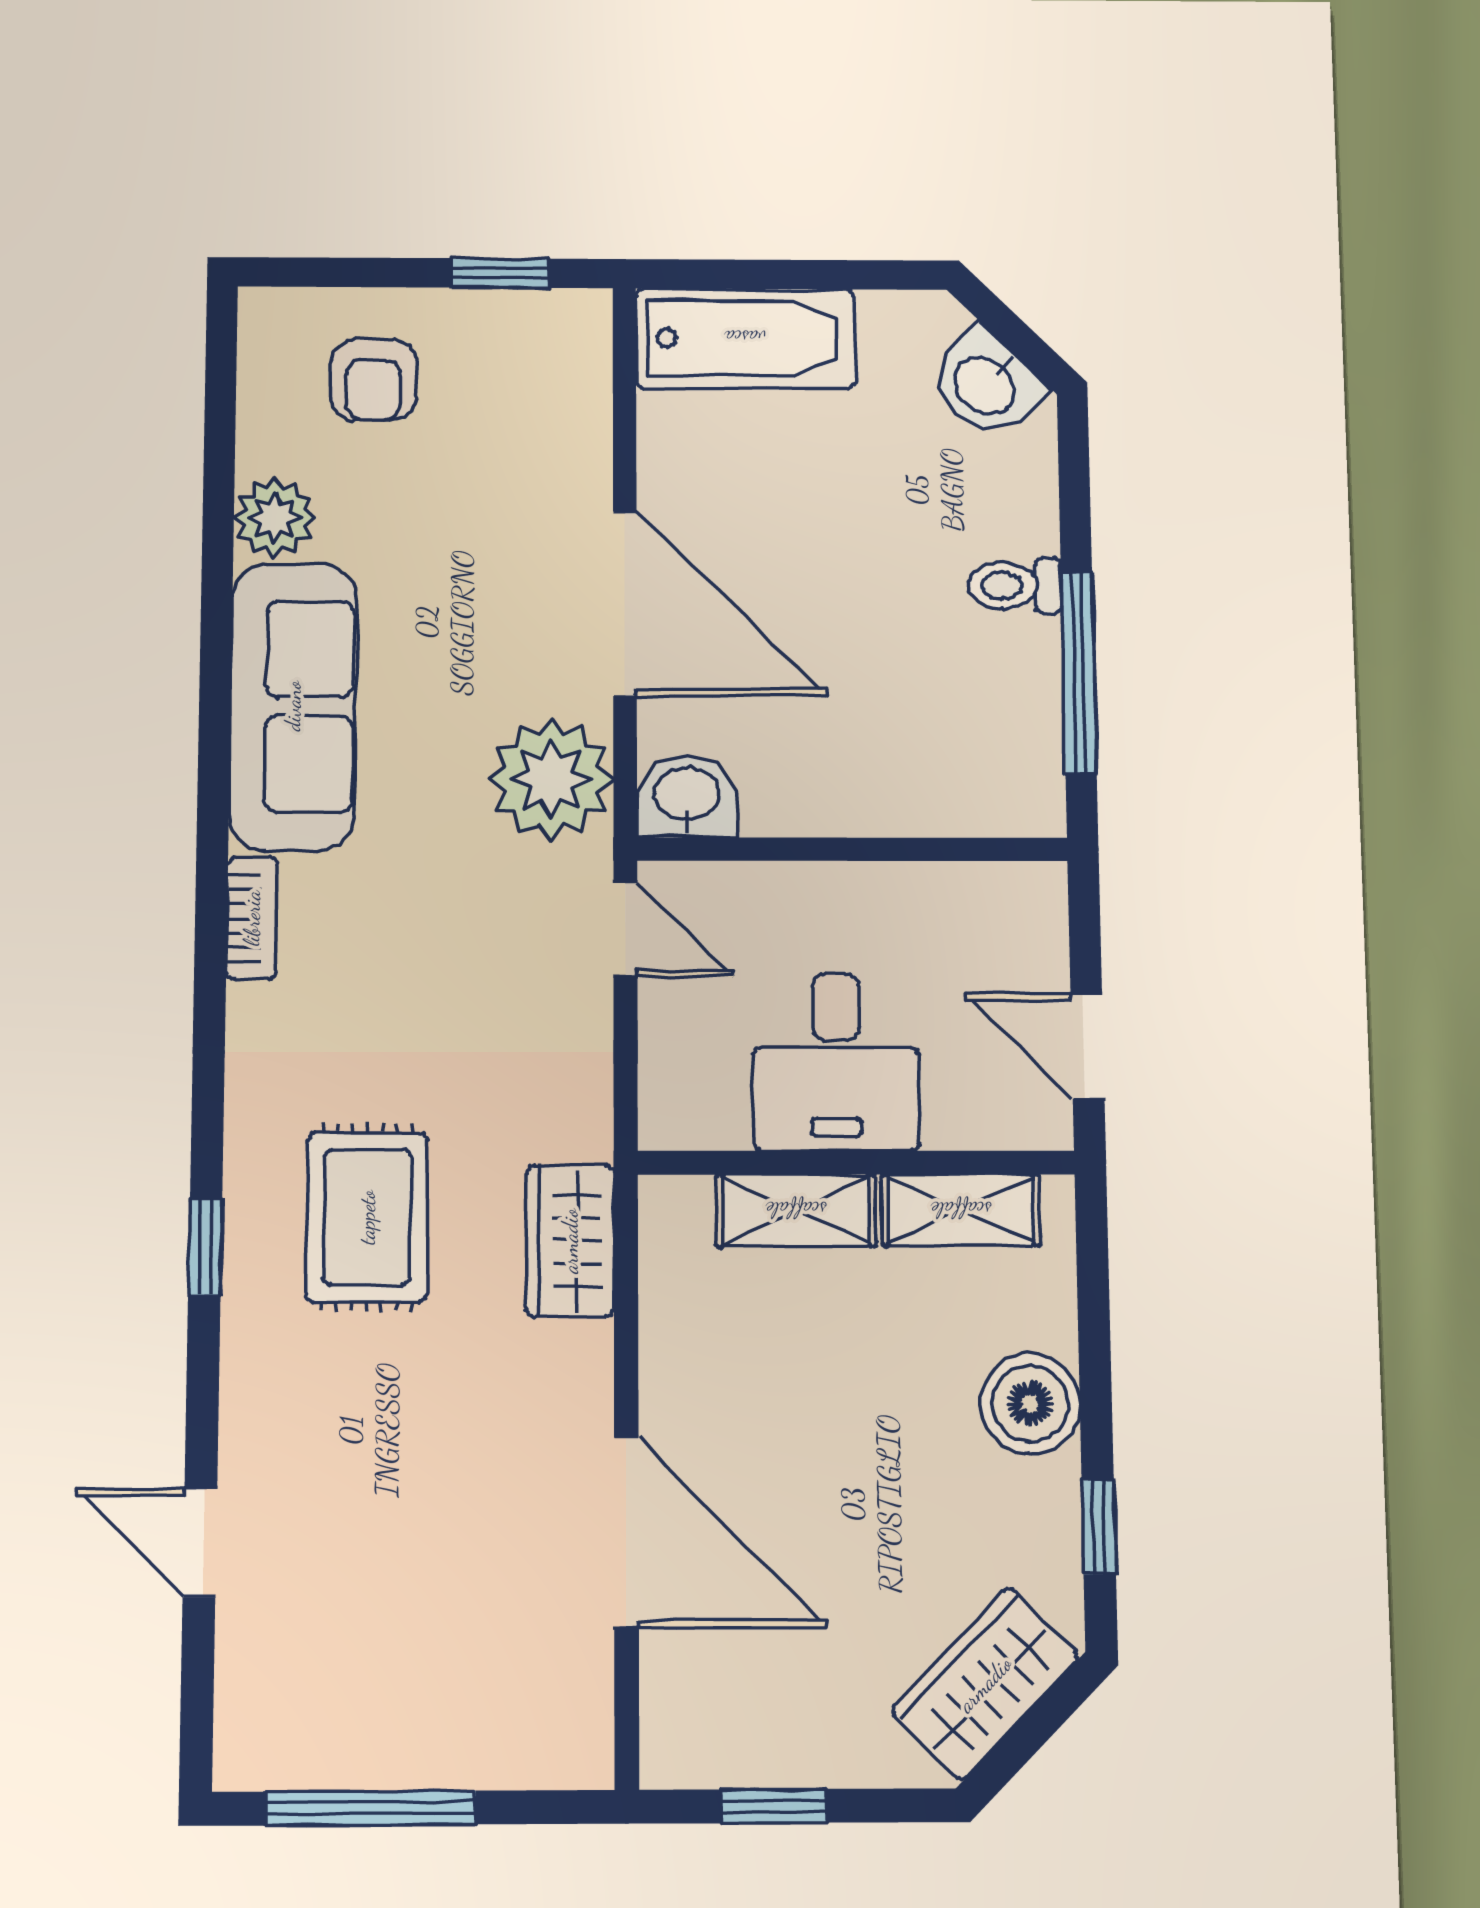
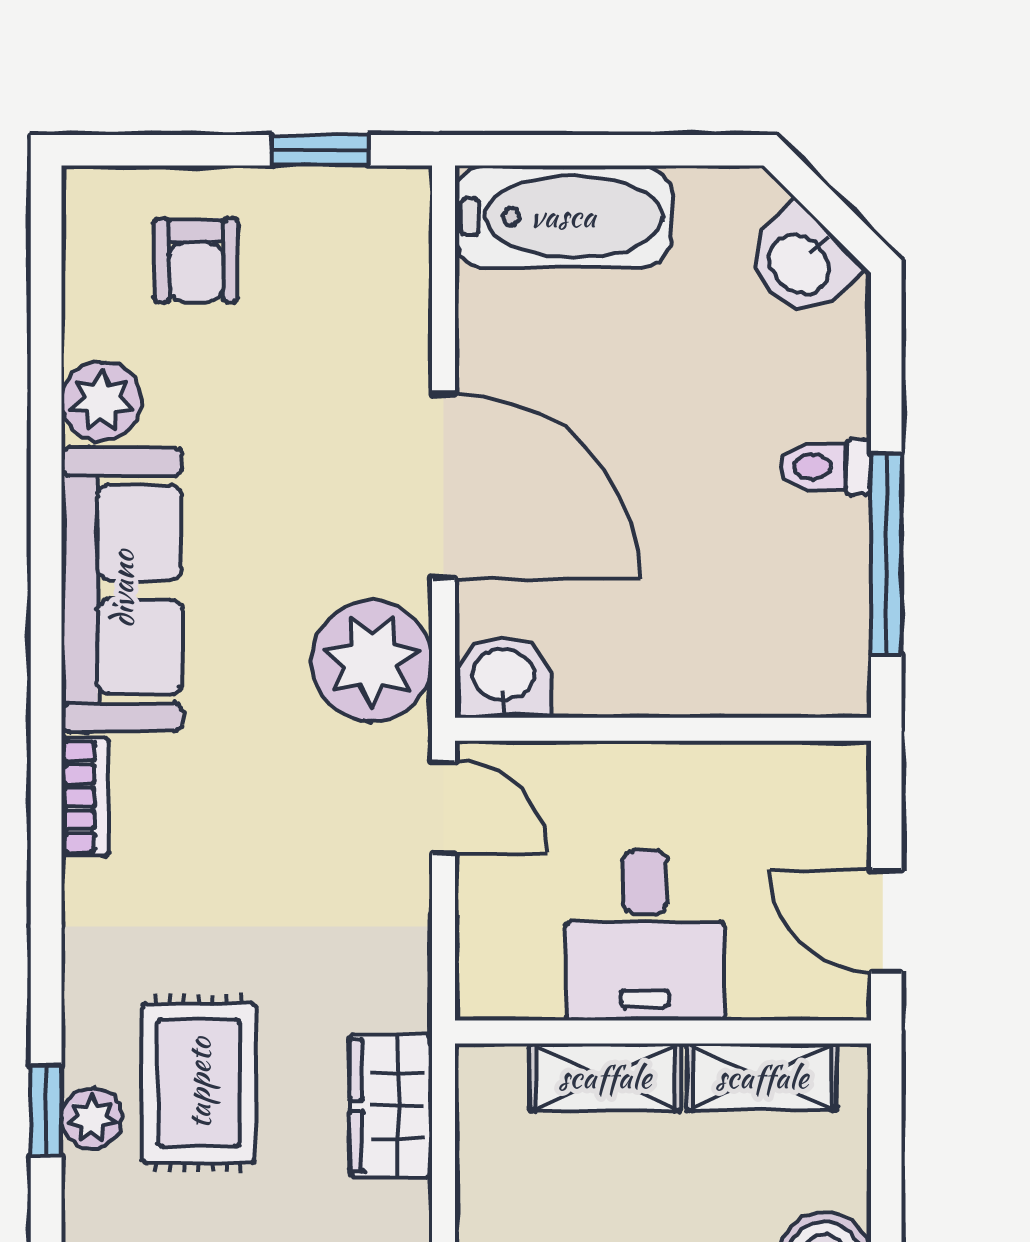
plant: (254, 1254) -> (92, 1118), added

